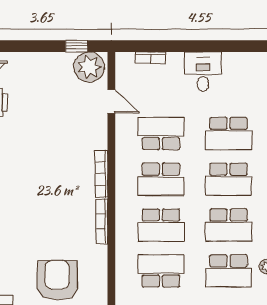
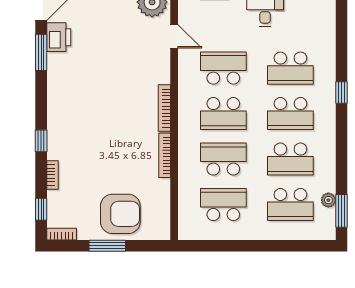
school desk: (161, 225) -> (223, 159), turned 180
armchair: (57, 280) -> (120, 214), turned 90

